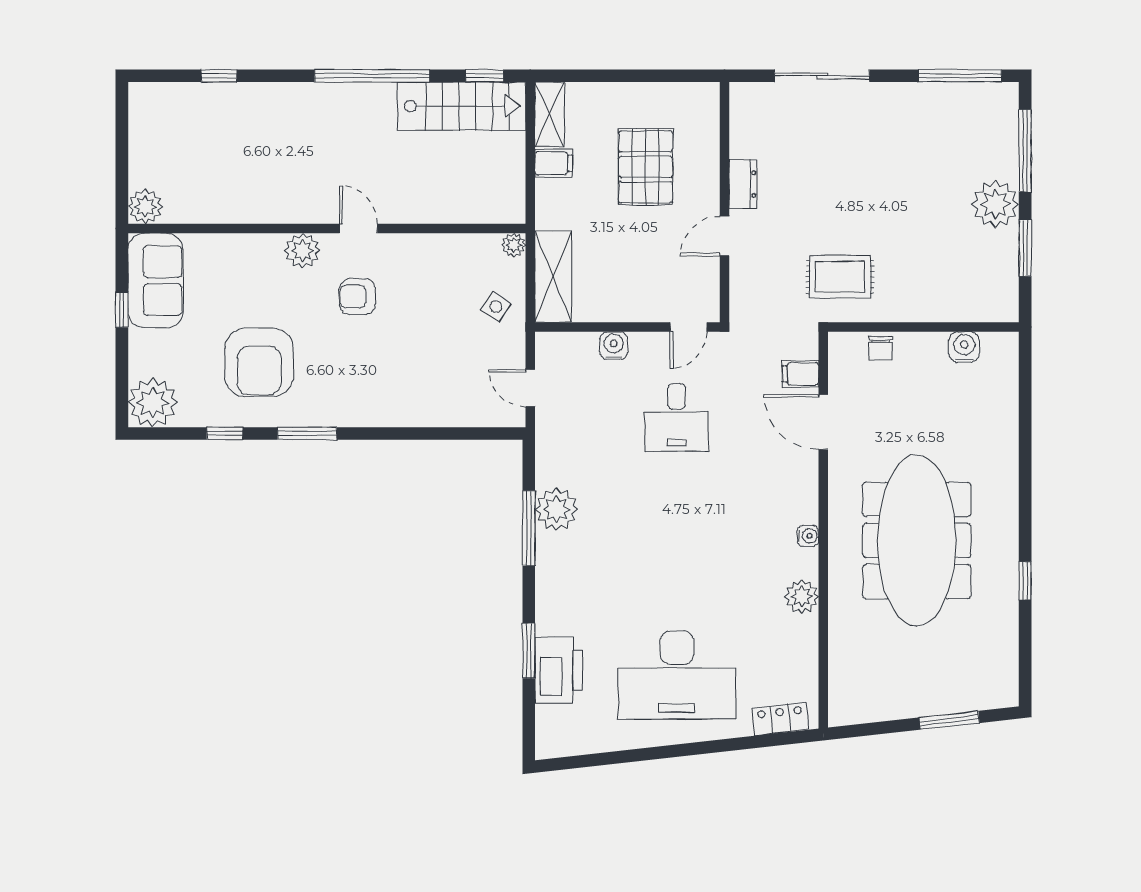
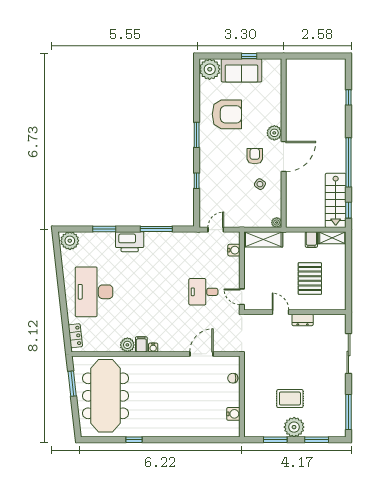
window: (1025, 151) -> (317, 440), width x0.69
pallet: (646, 167) -> (310, 279), turned 90
plant: (145, 207) -> (293, 66), removed
door: (358, 228) -> (284, 157), width x1.88
rug: (840, 277) -> (290, 399), moved, turned 90
sofa: (155, 281) -> (241, 70), moved
side table: (496, 307) -> (260, 184), moved
water cooler: (614, 346) -> (234, 250), moved
armchair: (259, 362) -> (227, 114), turned 180
filing cabinet: (800, 374) -> (141, 344), moved
window: (225, 433) -> (197, 181), moved
plant: (556, 509) -> (70, 241), moved
meeting table: (917, 541) -> (105, 396), moved, turned 90
printer: (559, 670) -> (130, 242), moved
window: (949, 720) -> (72, 384), moved

